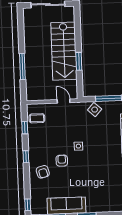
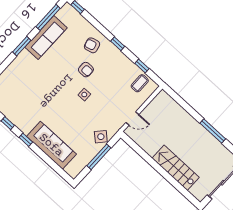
stairs: (64, 51) -> (176, 168), width x0.73, depth x0.66
window: (79, 61) -> (152, 162), removed
window: (22, 66) -> (213, 131), moved

